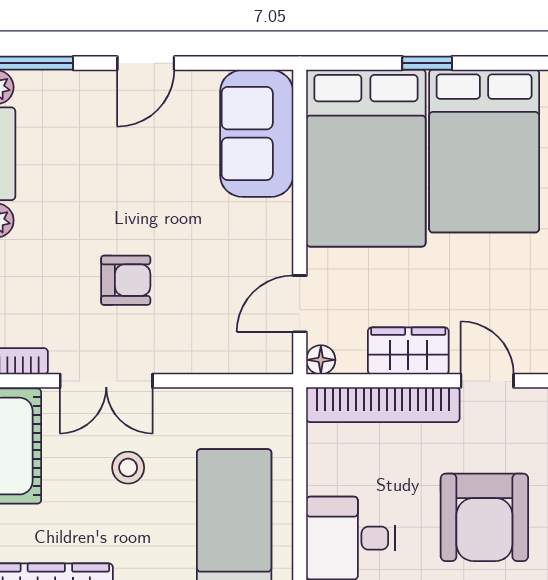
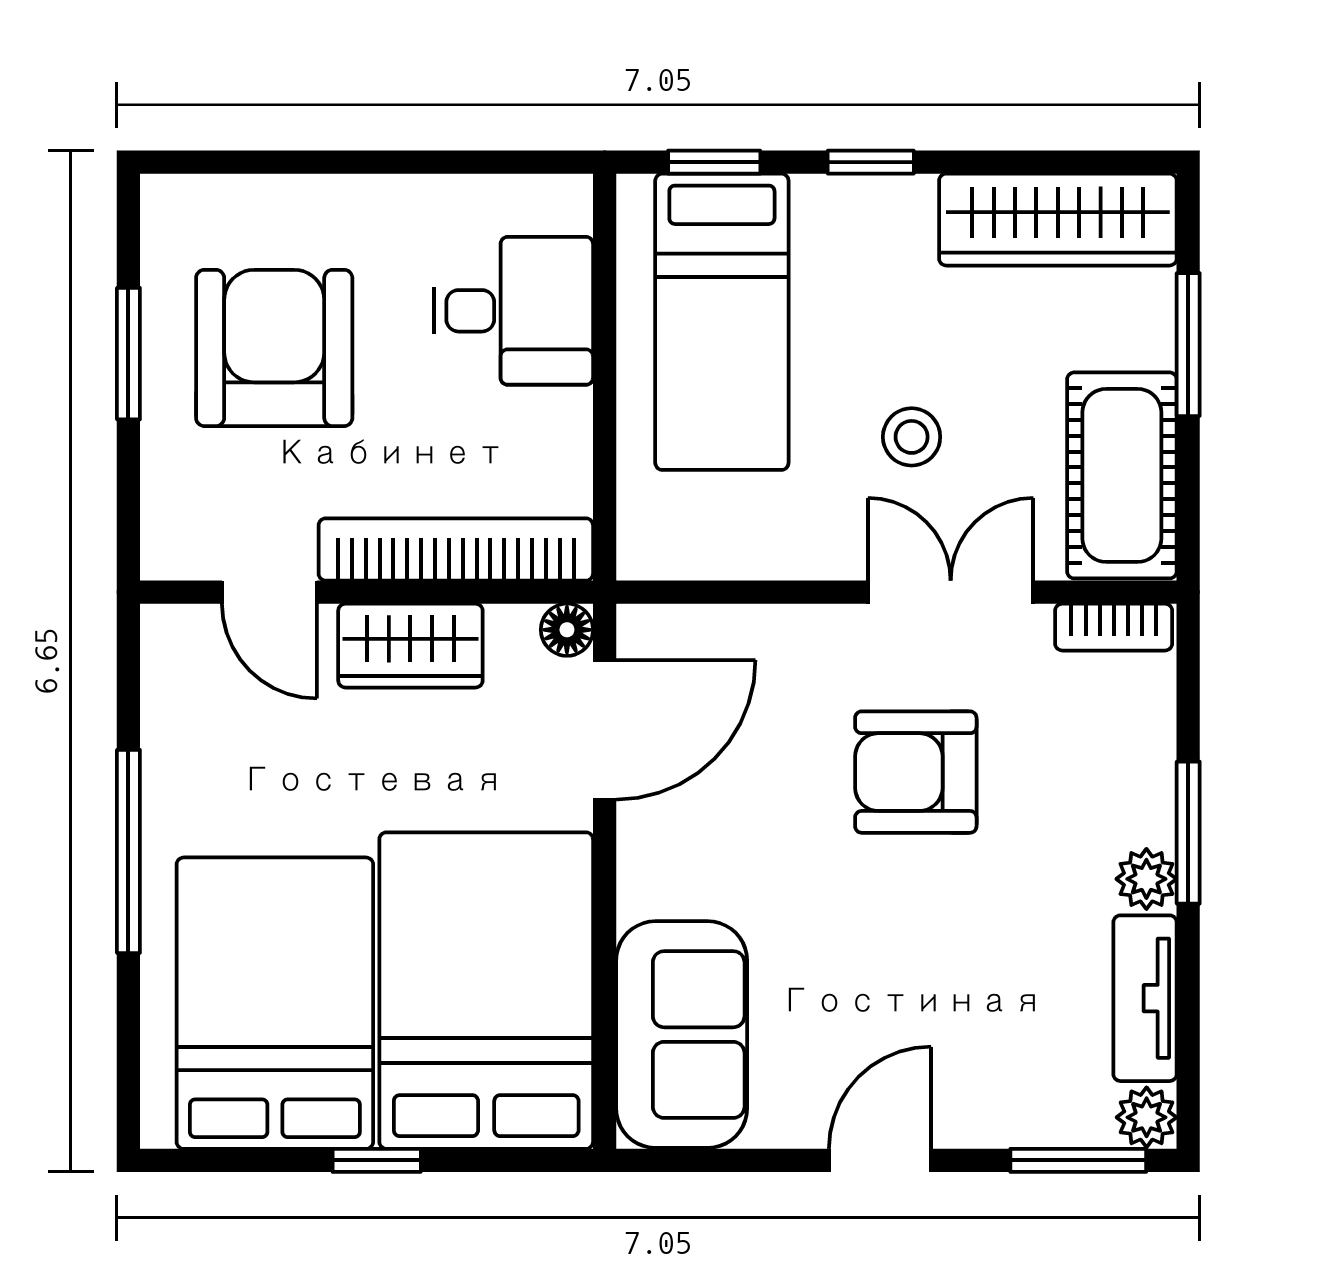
armchair: (126, 280) -> (916, 772), width x1.38, depth x1.38
door: (300, 304) -> (605, 730), width x1.38

